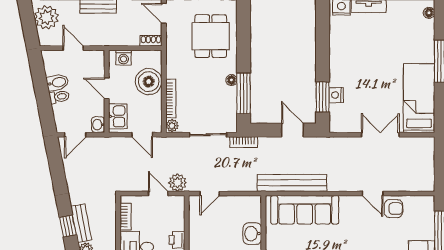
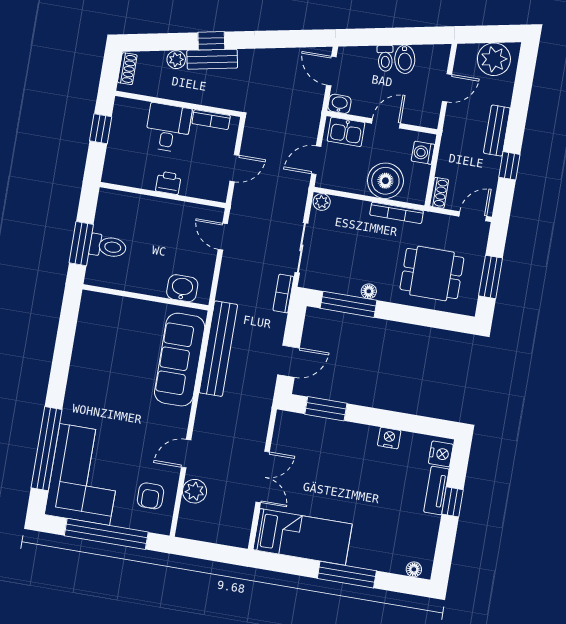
nightstand: (336, 95) -> (389, 438), moved
bookcase: (171, 99) -> (397, 213), moved
plant: (177, 183) -> (195, 491), moved
armchair: (393, 209) -> (150, 496), moved
washbasin: (252, 234) -> (182, 288), moved

